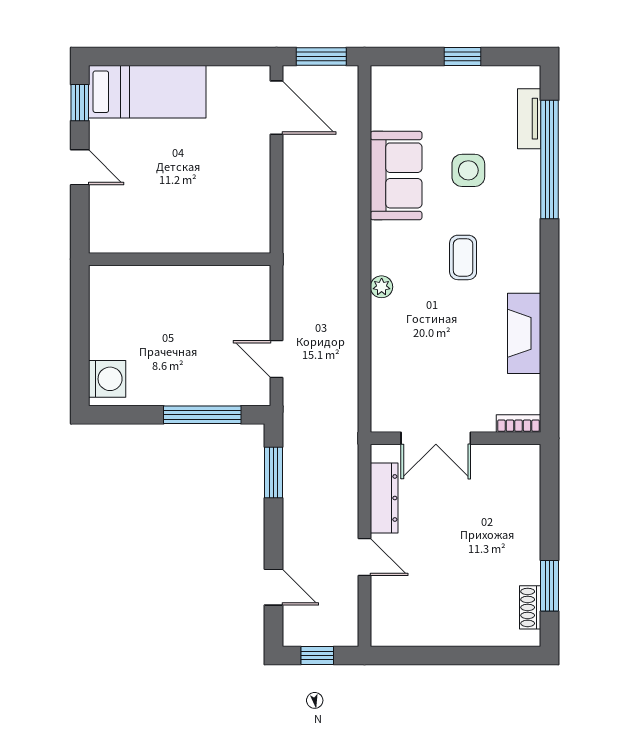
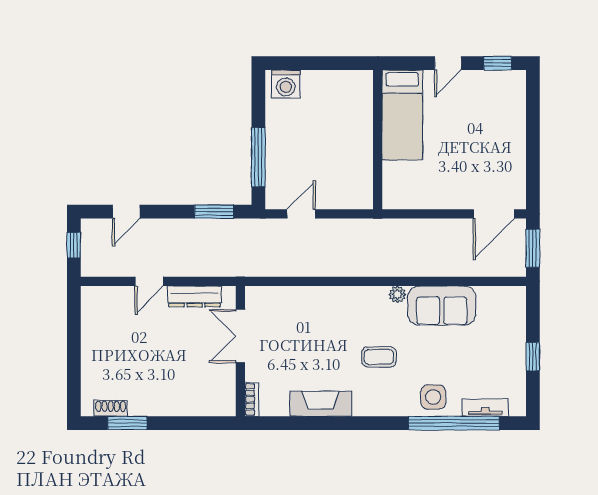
bed: (147, 92) -> (402, 115), moved
side table: (468, 170) -> (433, 397), moved
plant: (382, 287) -> (397, 294), moved

